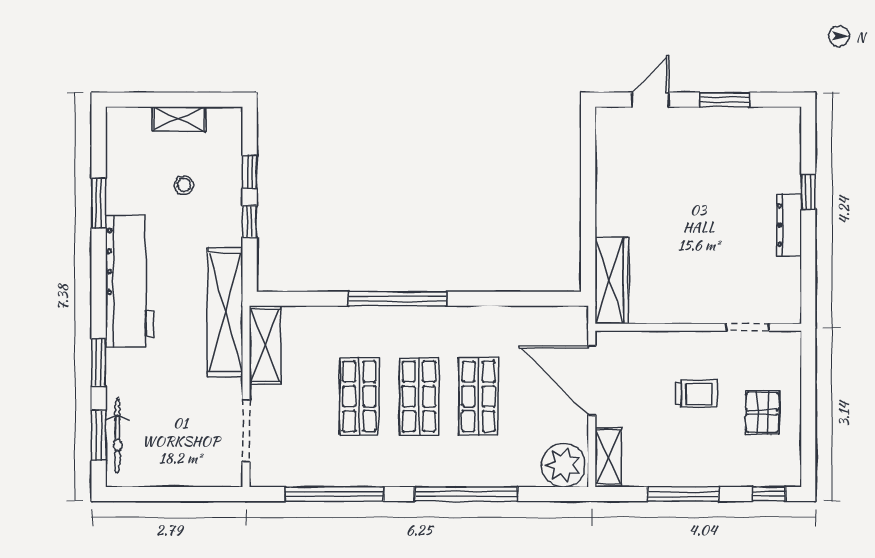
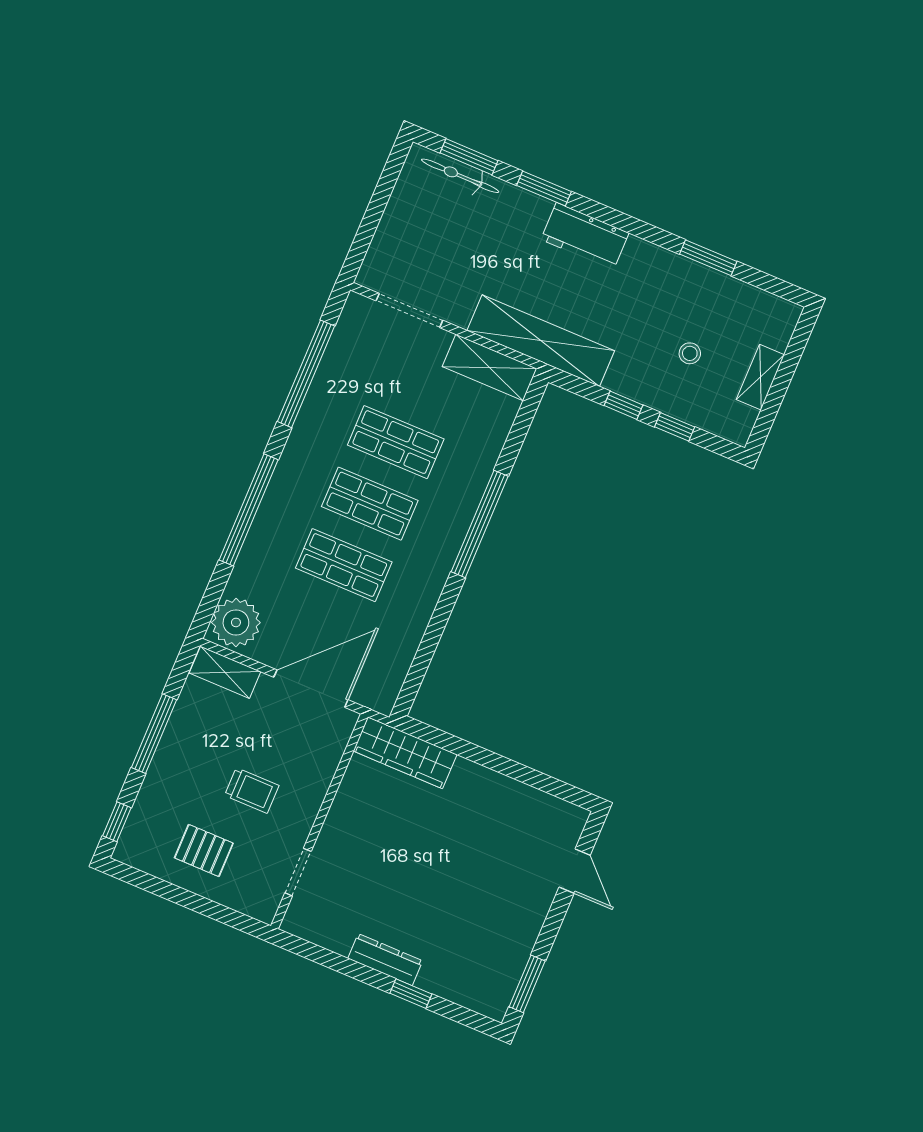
window: (725, 100) -> (527, 984), moved
workbench: (130, 281) -> (585, 236), width x0.53, depth x0.76
trolley: (696, 394) -> (252, 790), turned -90

